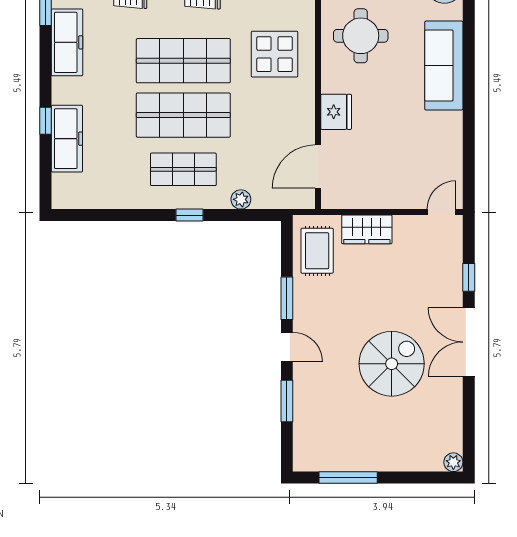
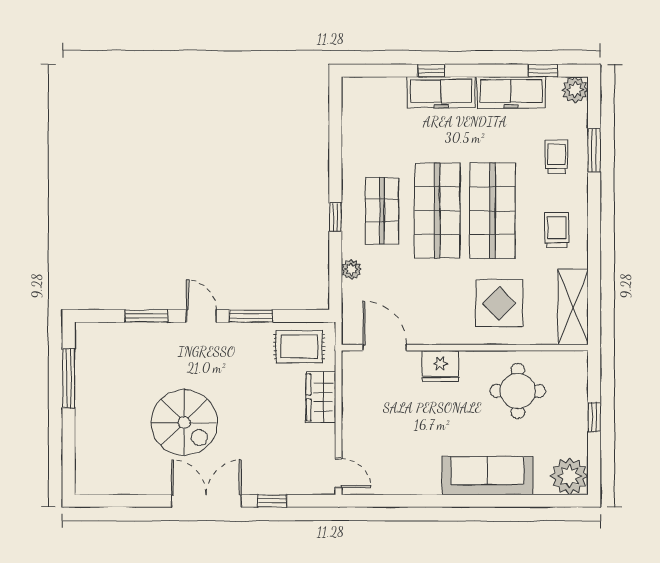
freezer: (67, 139) -> (441, 92), moved
door: (287, 347) -> (201, 316), swing flipped
plant: (453, 462) -> (84, 485), removed

